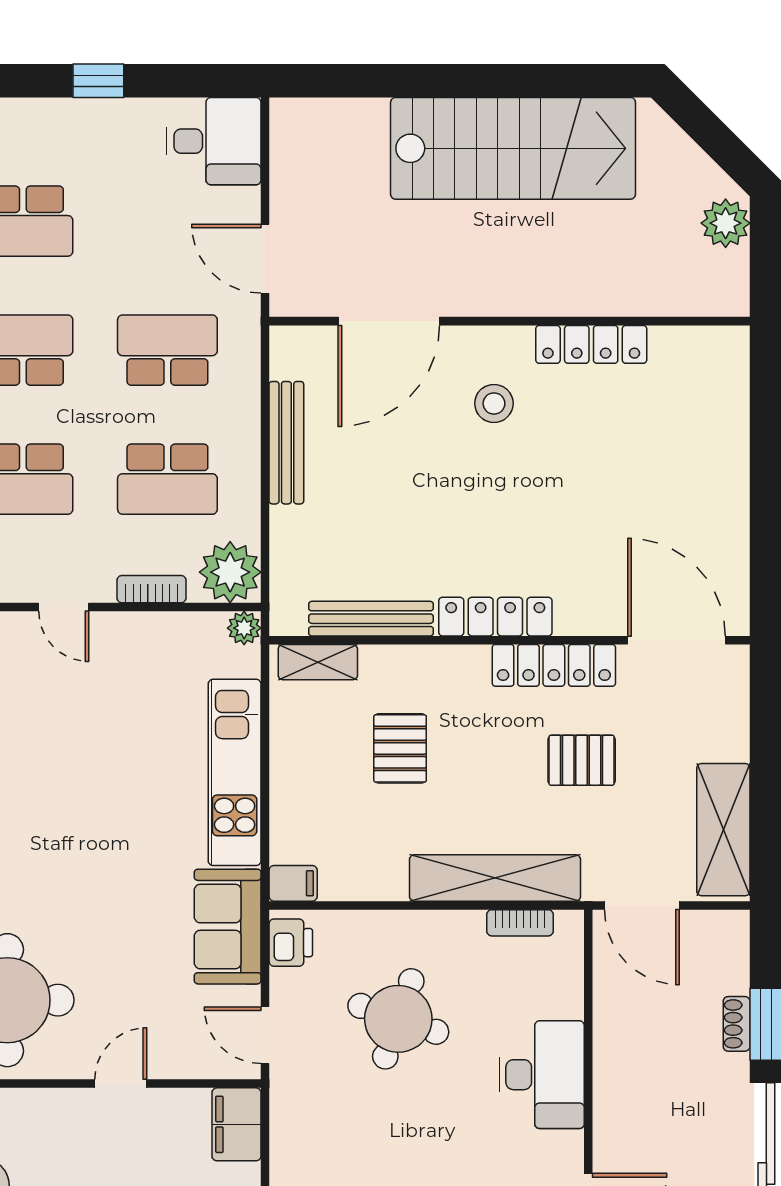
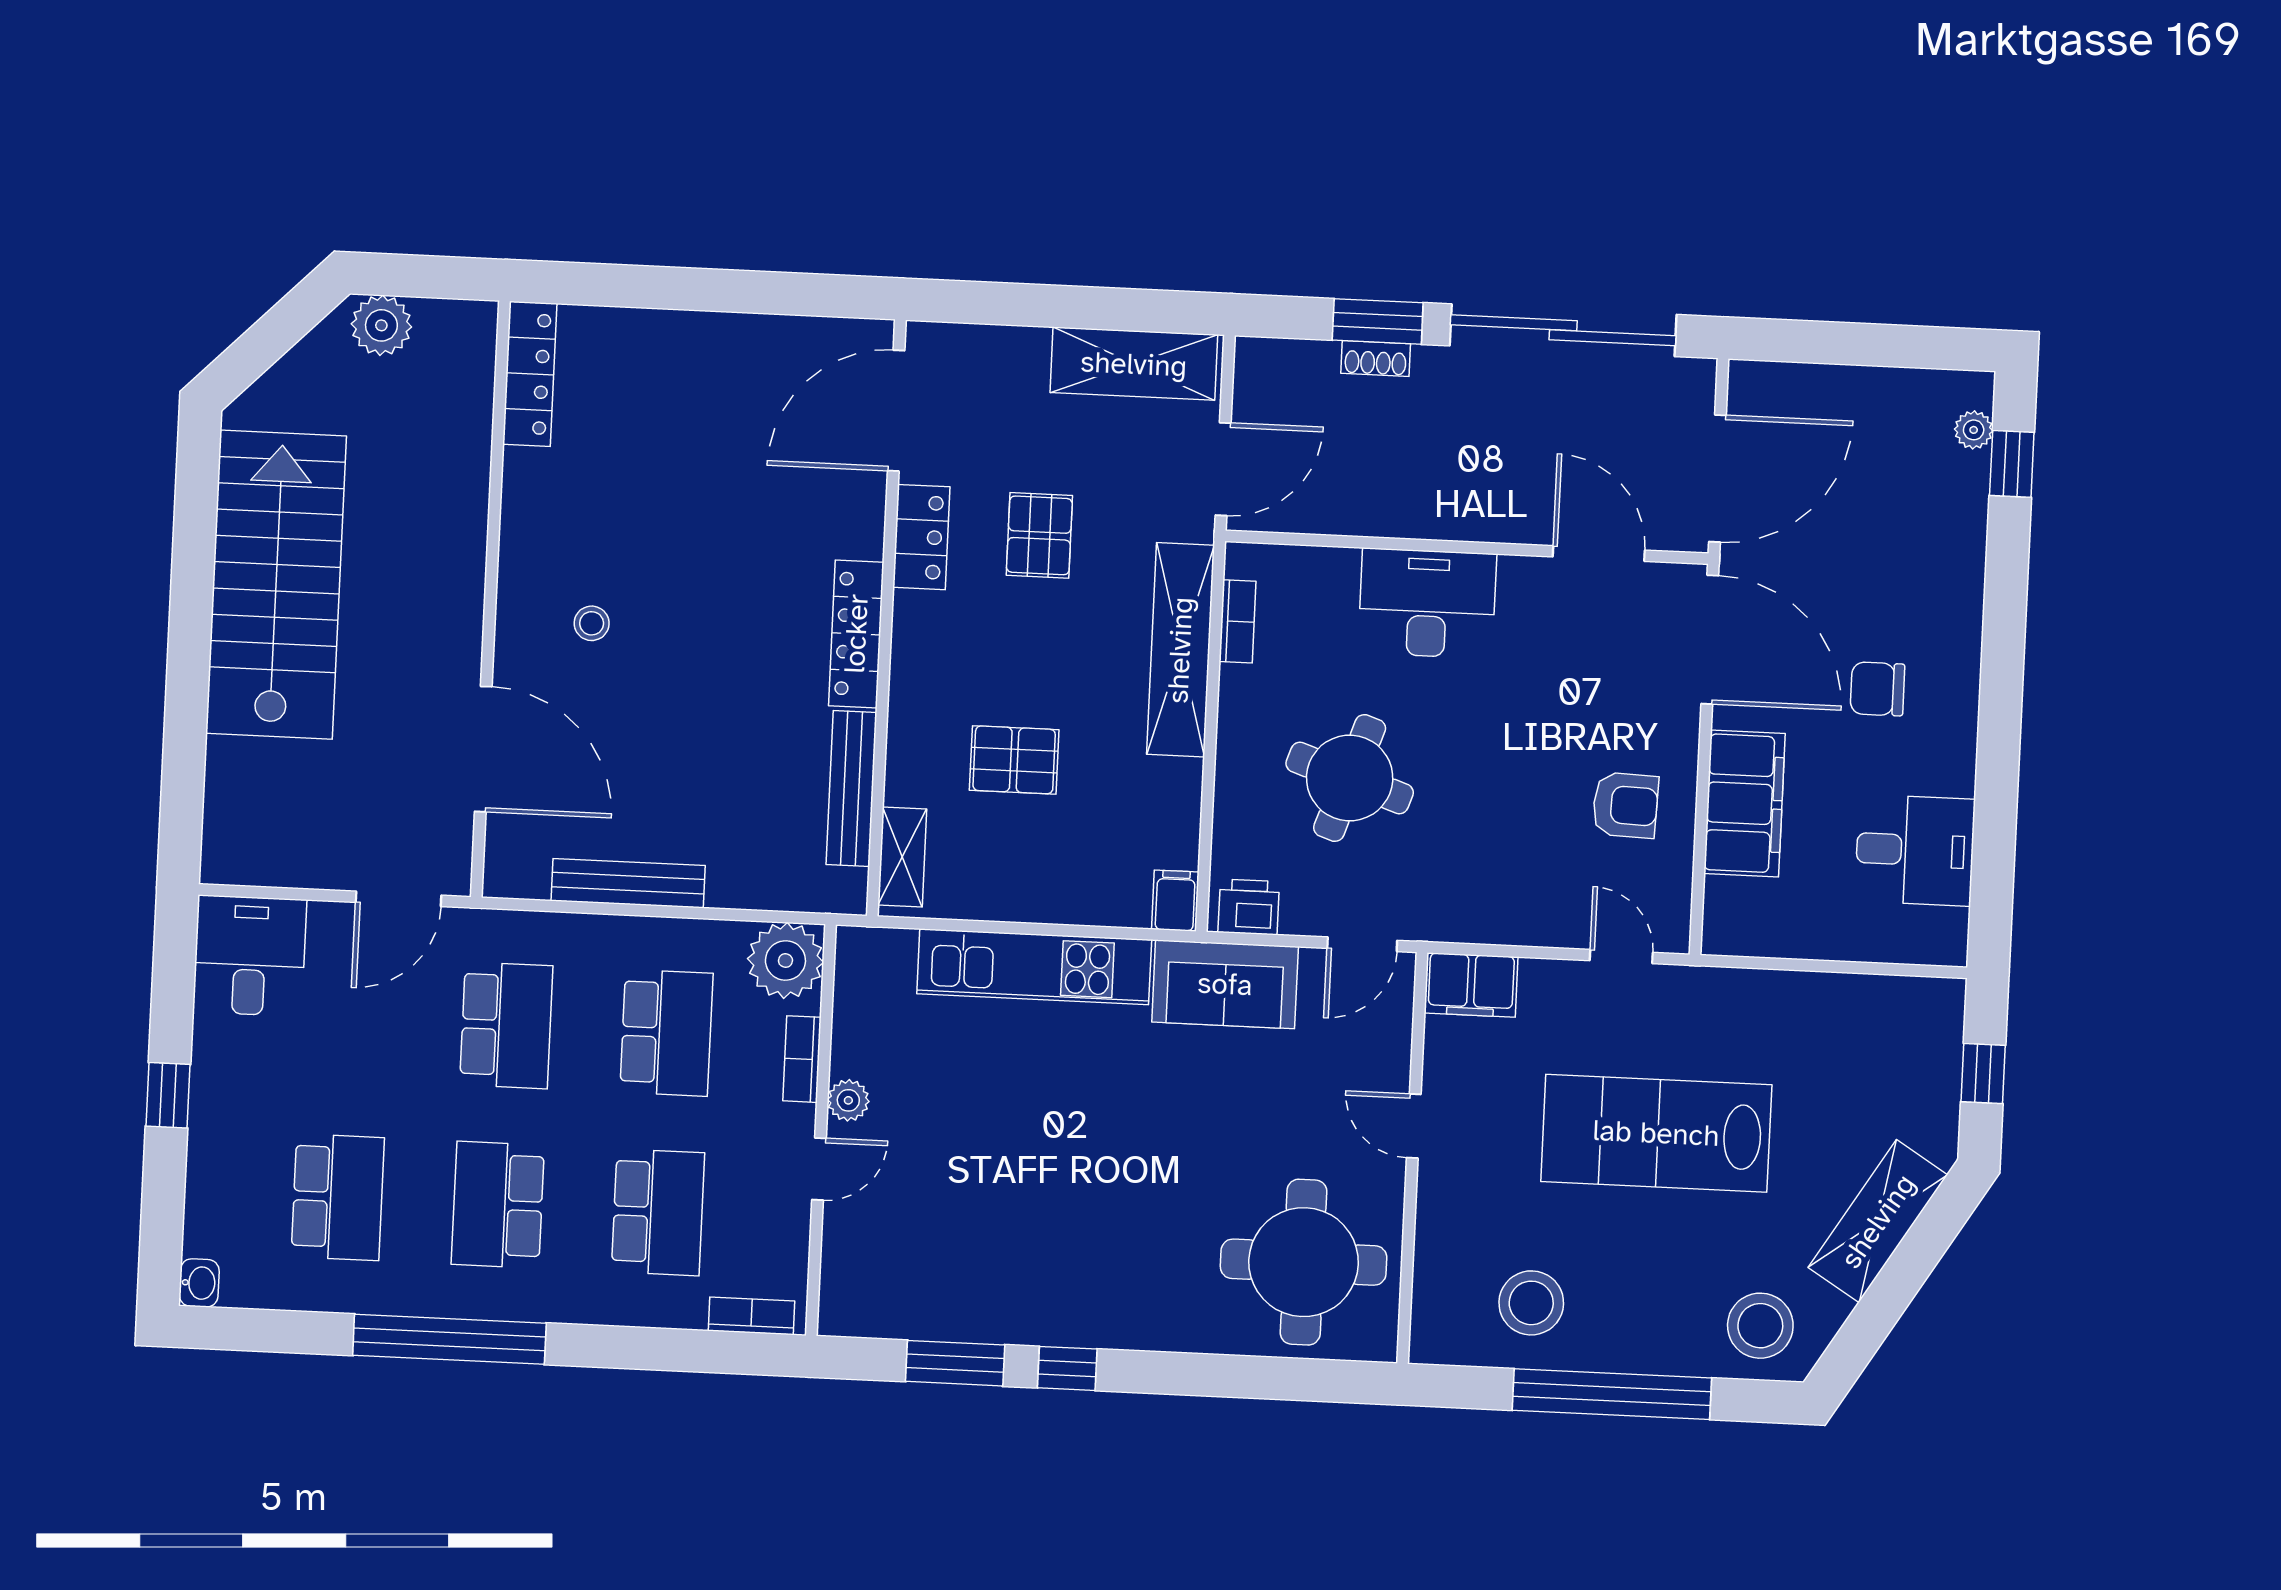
locker: (591, 344) -> (530, 374), moved
school desk: (167, 350) -> (506, 1025), turned 180
stool: (494, 403) -> (592, 623), width x0.73, depth x0.73
plant: (244, 628) -> (848, 1100), moved
locker: (554, 665) -> (921, 537), width x0.66

